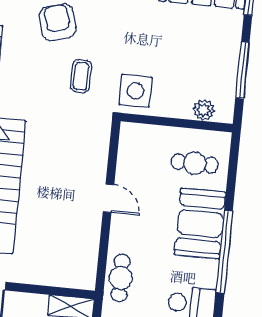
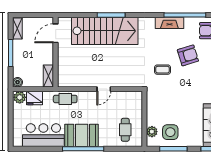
side table: (136, 91) -> (170, 132), moved
booth: (200, 224) -> (82, 135), moved

